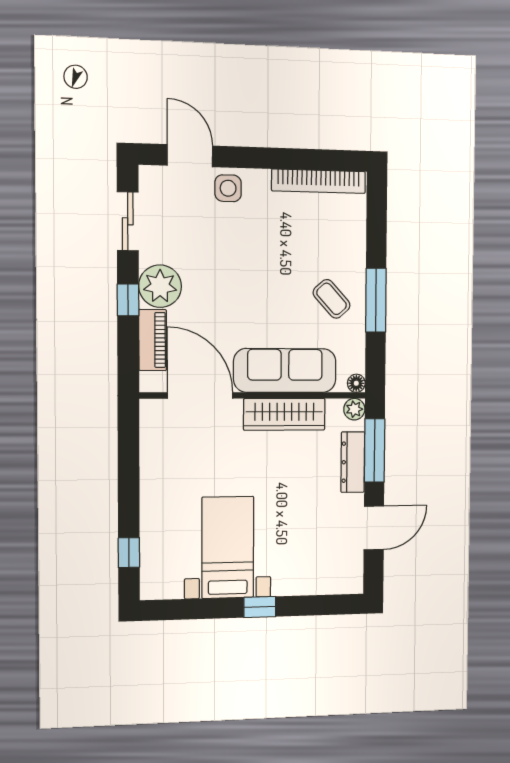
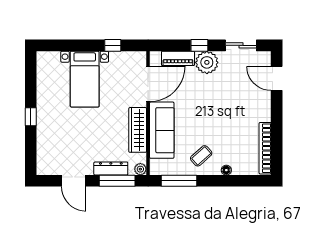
door: (190, 156) -> (277, 78), swing flipped
side table: (228, 188) -> (260, 99), removed
window: (376, 300) -> (179, 181), moved
floor lamp: (356, 383) -> (226, 170), moved
bed with nightstands: (228, 547) -> (85, 79), moved, turned 90
window: (129, 553) -> (113, 45), moved

